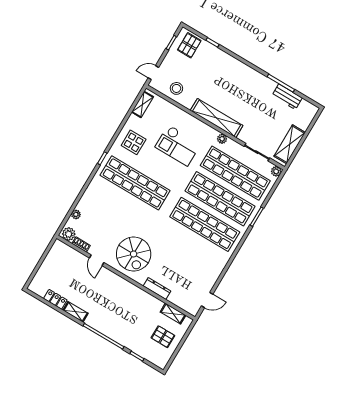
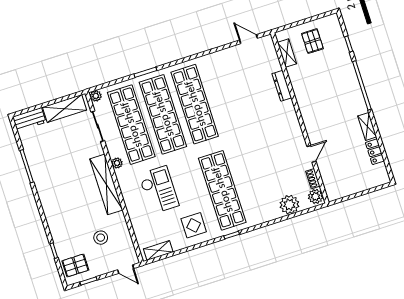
stool: (176, 88) -> (101, 238), moved
workbench: (287, 97) -> (29, 119), moved, turned 90
plant: (76, 214) -> (289, 205), width x1.88, depth x1.88
spiral stairs: (134, 254) -> (276, 132), removed

